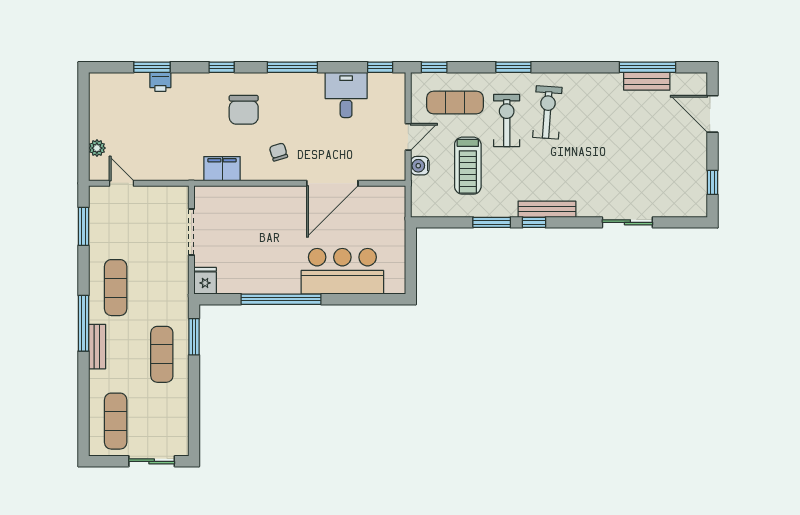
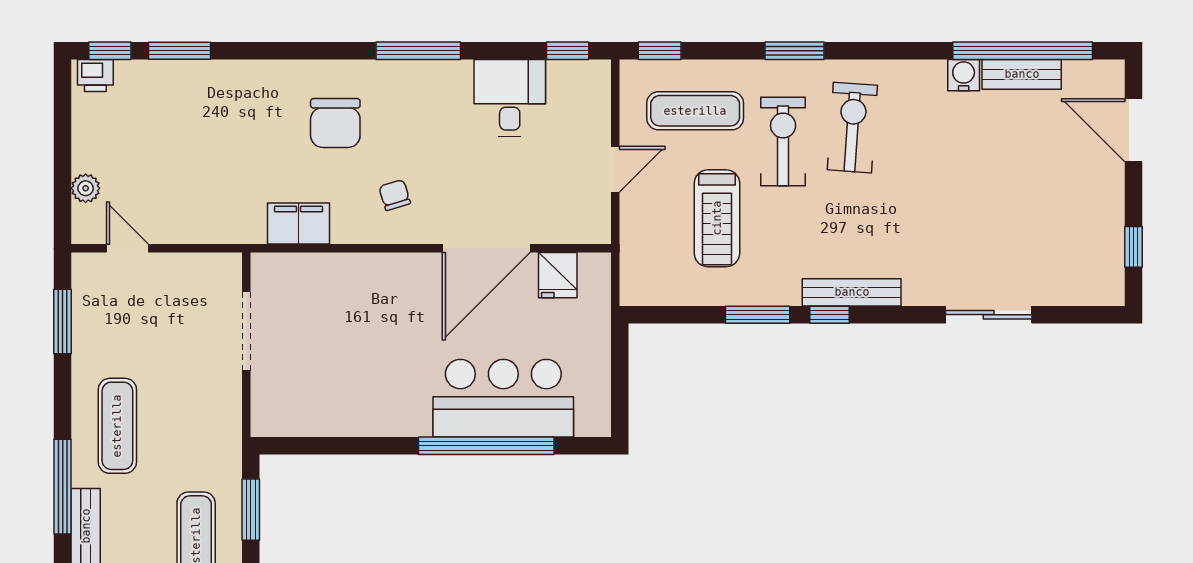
window: (222, 67) -> (110, 51), moved
window: (647, 67) -> (1023, 51), width x1.46
printer: (160, 82) -> (95, 76), moved
water cooler: (420, 166) -> (964, 75), moved, turned 90
fridge: (205, 281) -> (558, 275), moved, turned 180
window: (281, 299) -> (486, 446), moved

